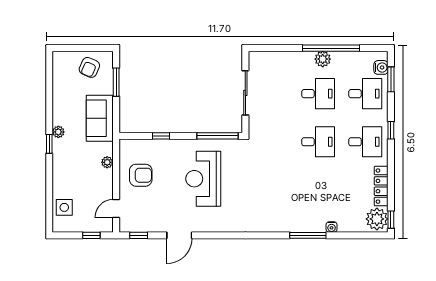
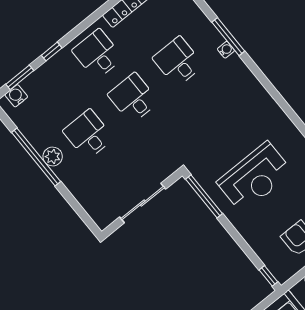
desk: (365, 94) -> (178, 62), moved
window: (391, 130) -> (52, 52), moved
window: (161, 136) -> (268, 276), moved
water cooler: (332, 227) -> (226, 50), moved

